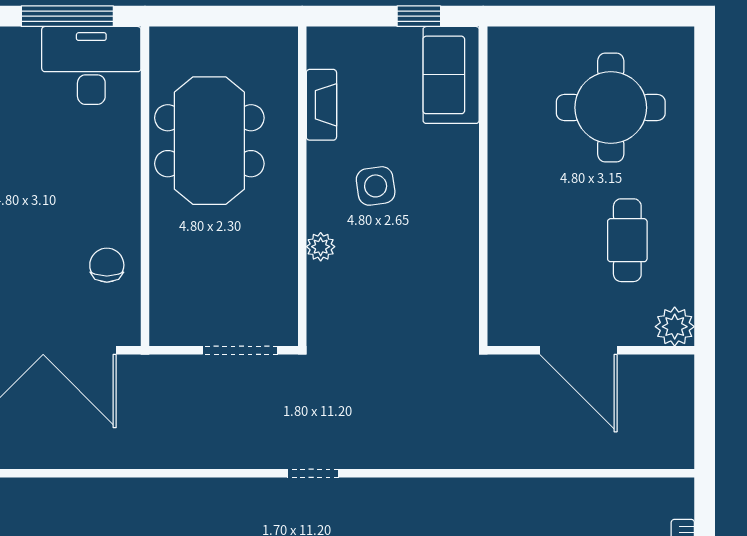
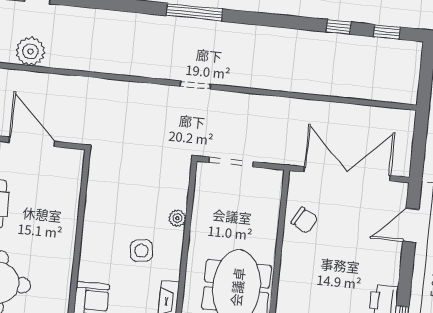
chair: (107, 265) -> (304, 220), turned -62
plant: (596, 502) -> (30, 51), added

